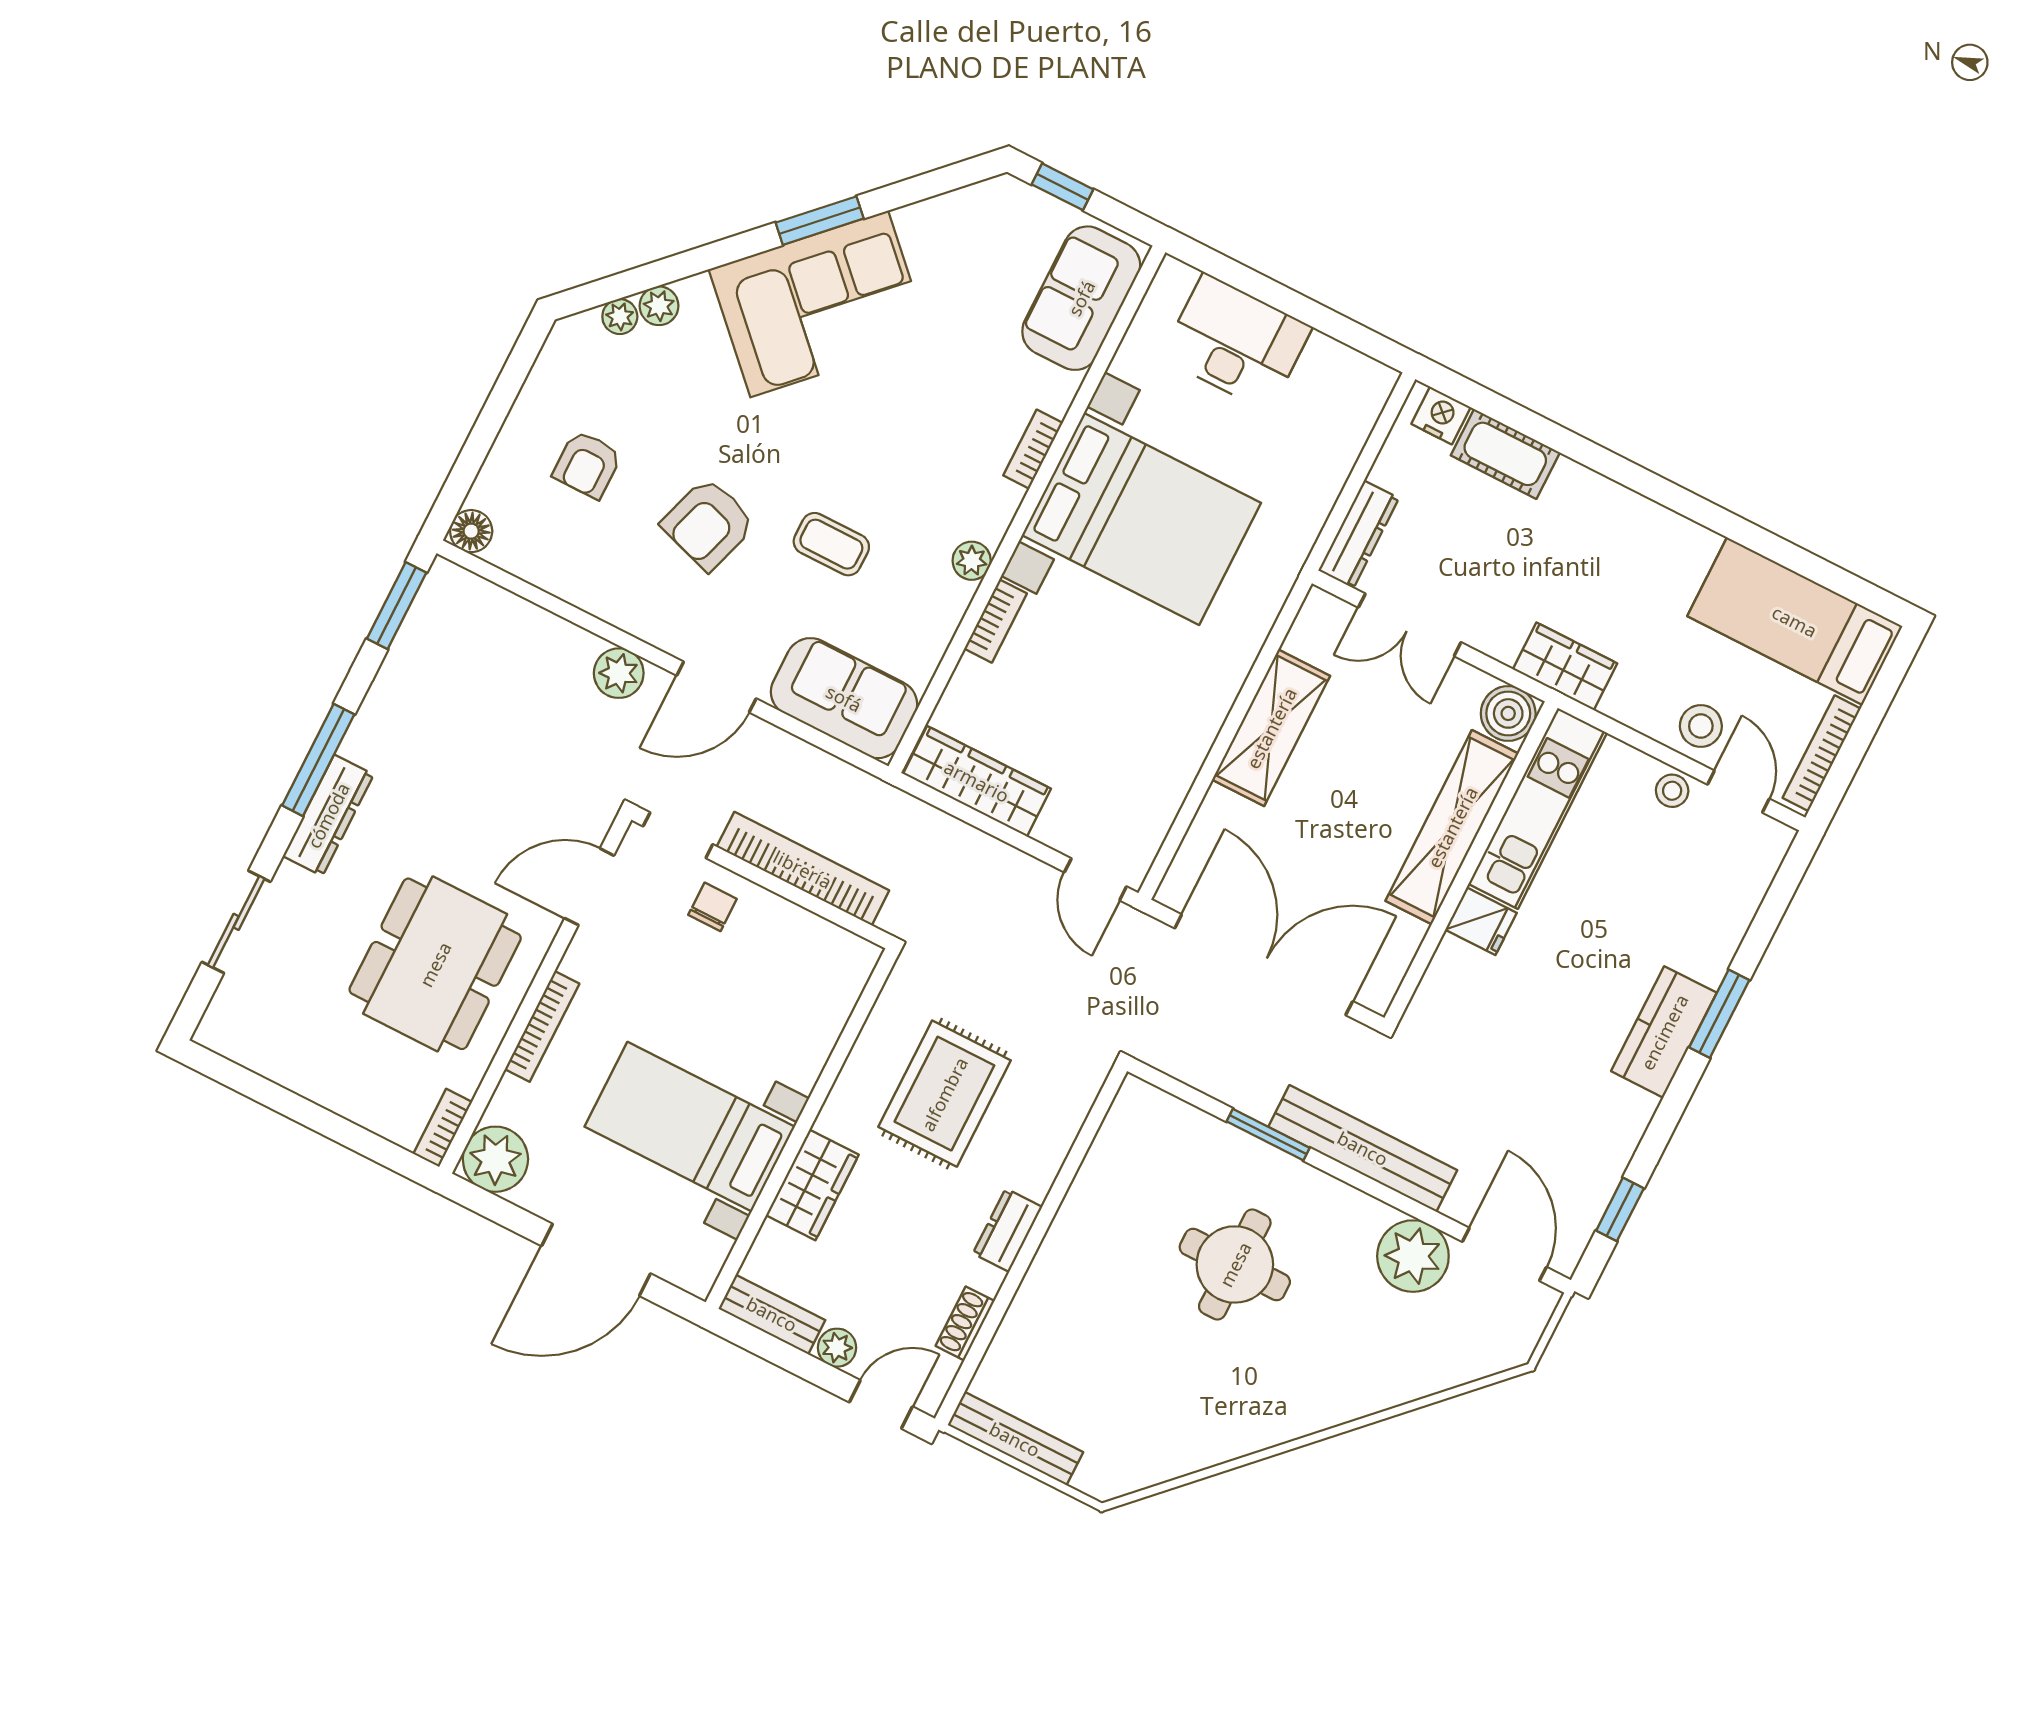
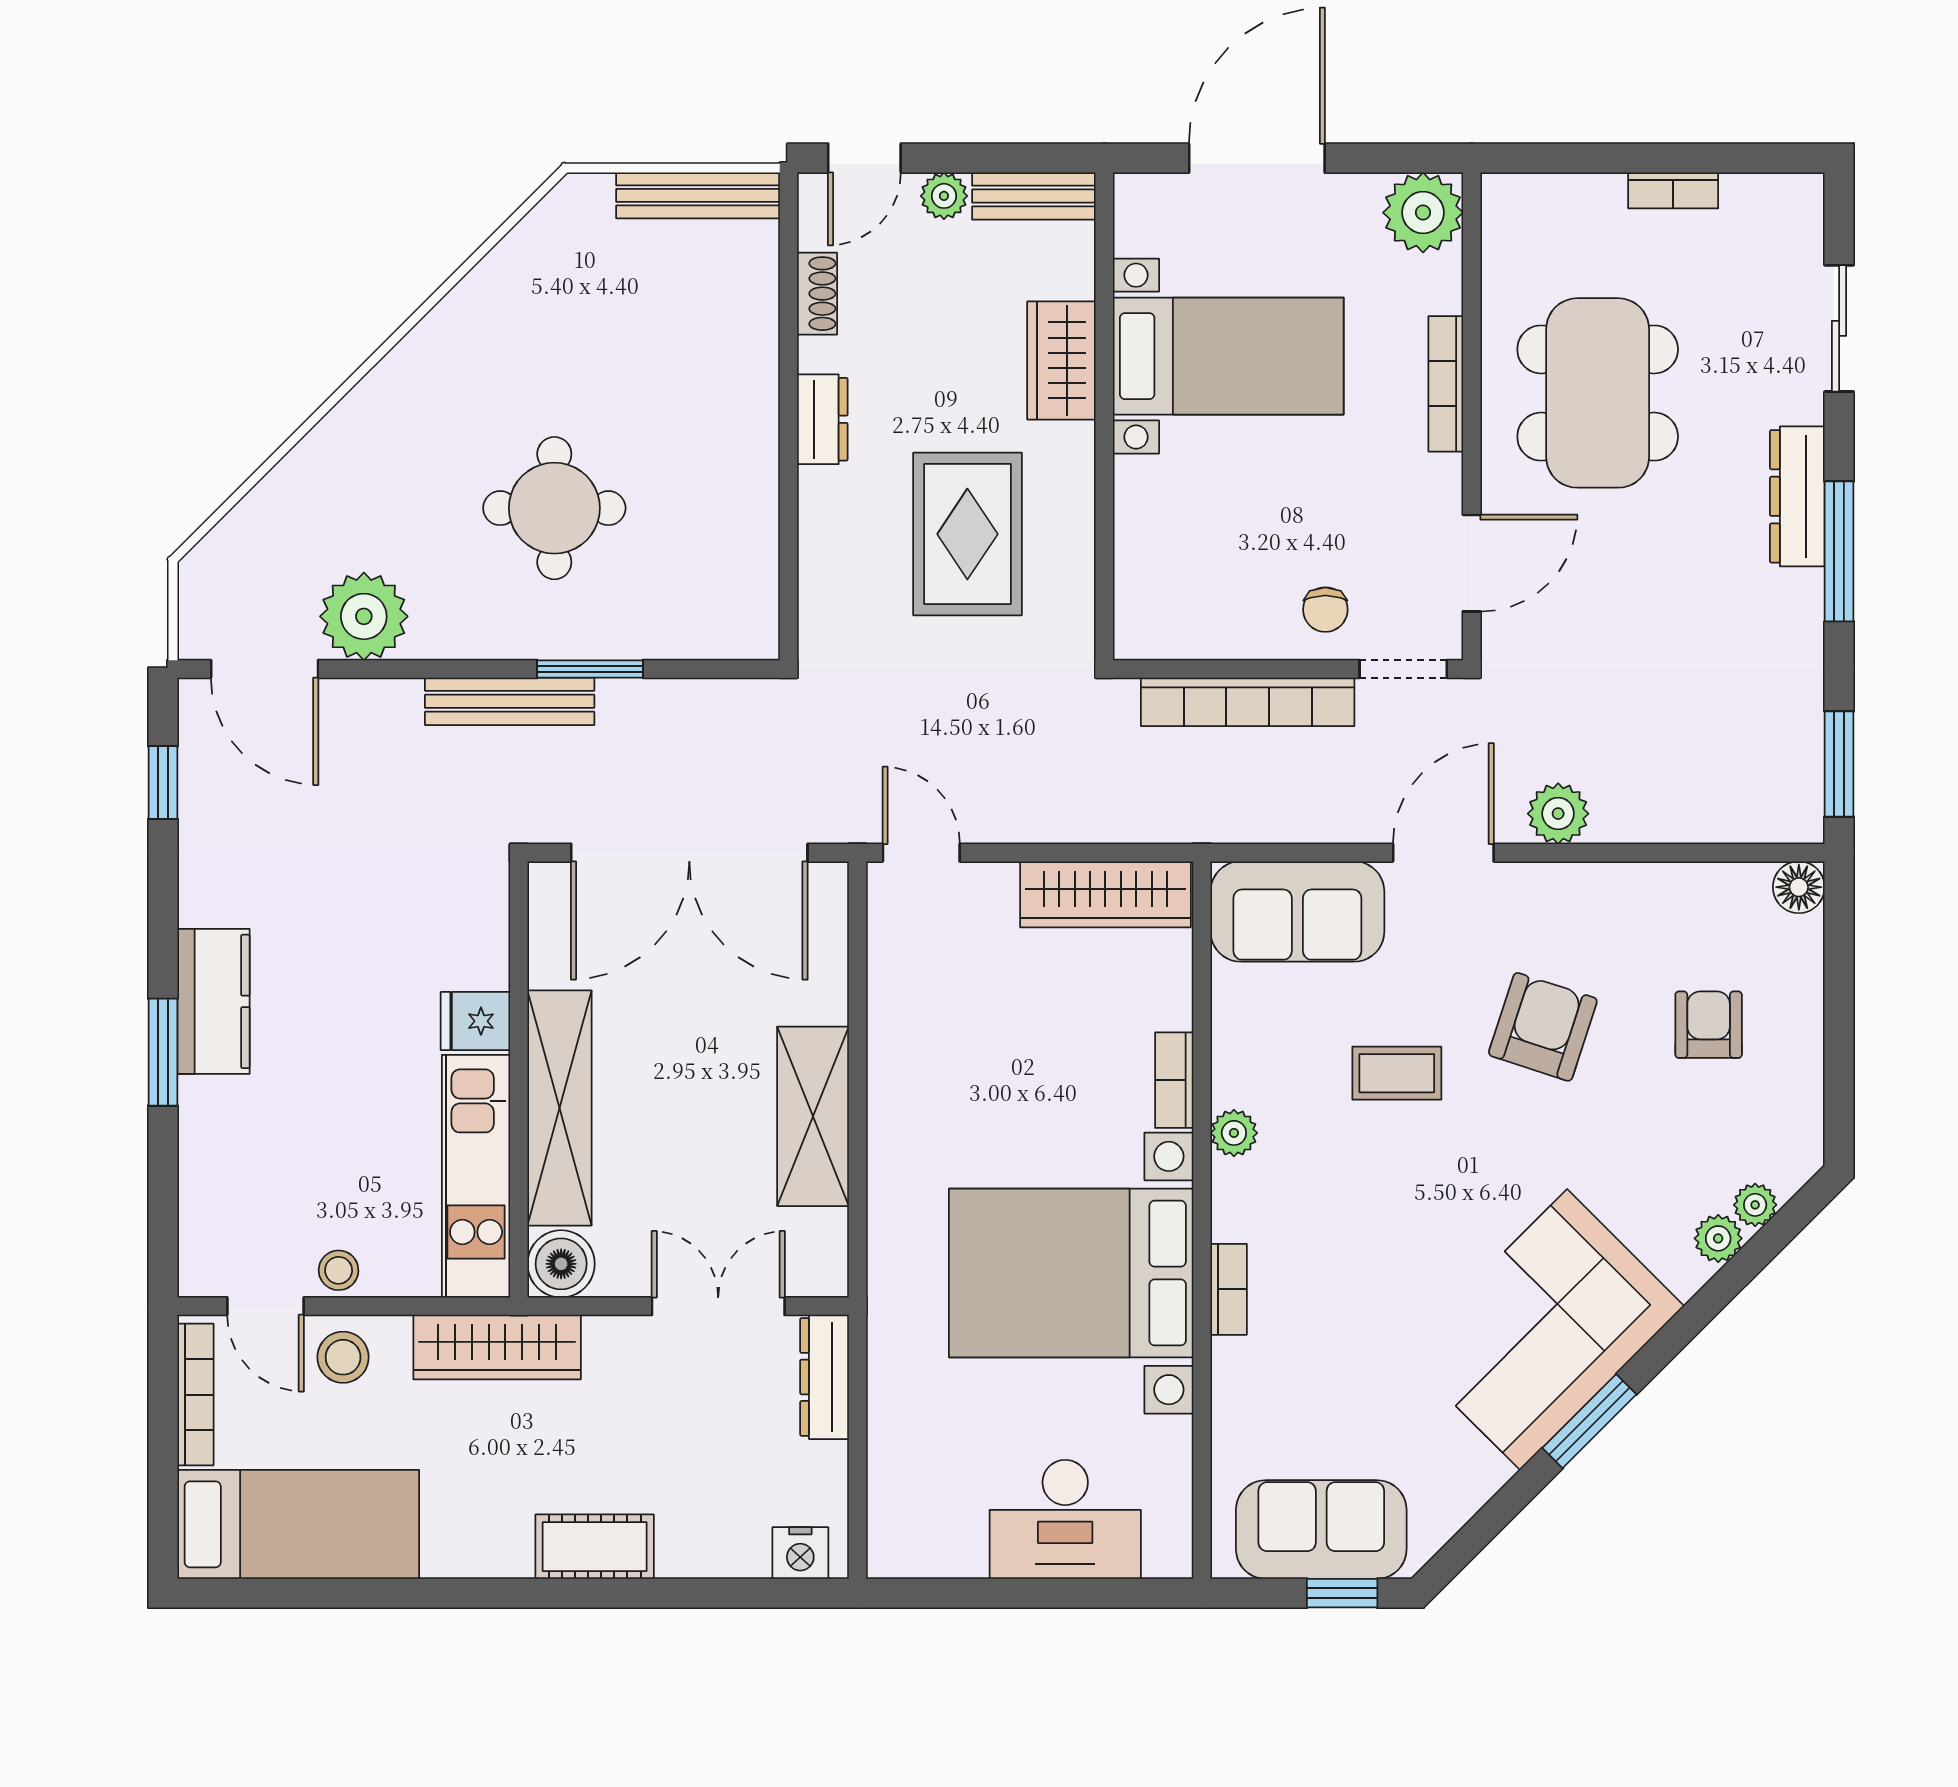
sofa: (1081, 298) -> (1321, 1529), moved, turned -90
cot: (1505, 454) -> (595, 1547), moved
wardrobe: (1565, 666) -> (497, 1347), width x1.50
bookcase: (443, 1128) -> (1673, 190), moved, turned 90
bench: (1363, 1148) -> (510, 701), width x0.73, depth x0.82

